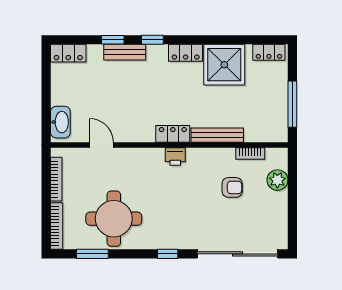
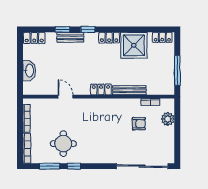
washbasin: (60, 122) -> (29, 71), moved
door: (102, 145) -> (66, 97), moved
printer: (175, 157) -> (103, 104), removed
round table: (114, 219) -> (63, 144), width x0.73, depth x0.73
window: (168, 254) -> (74, 166), moved

